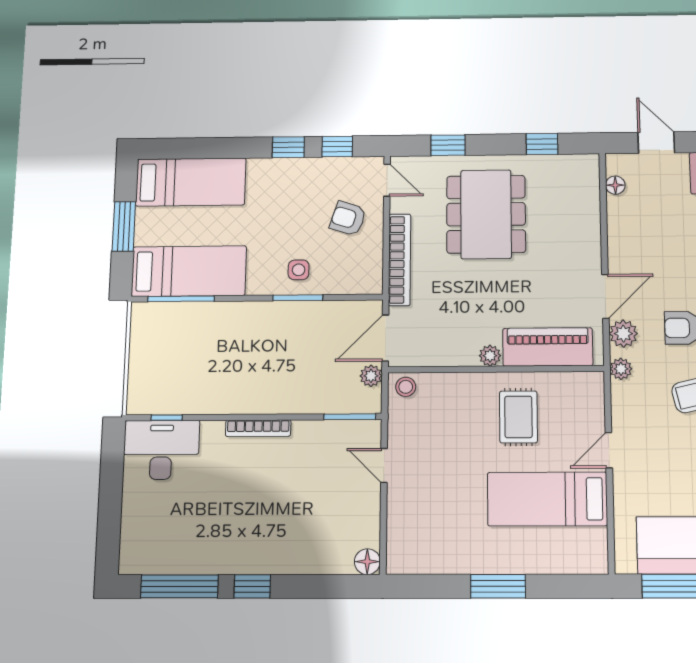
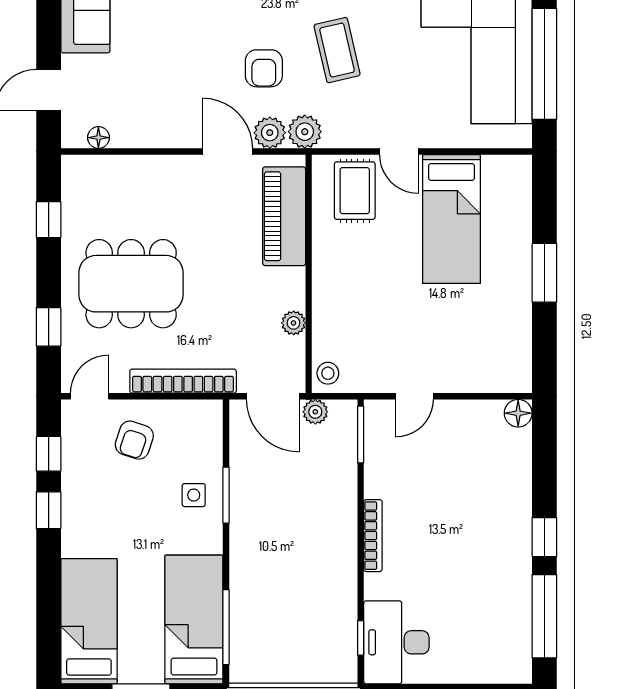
plant: (490, 356) -> (294, 323), moved
plant: (621, 369) -> (305, 132), width x1.38, depth x1.38
rug: (518, 417) -> (355, 191), moved, turned 90

